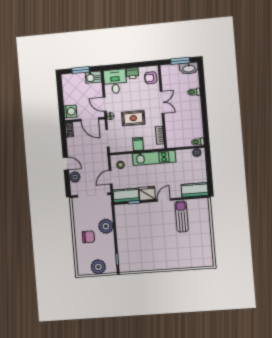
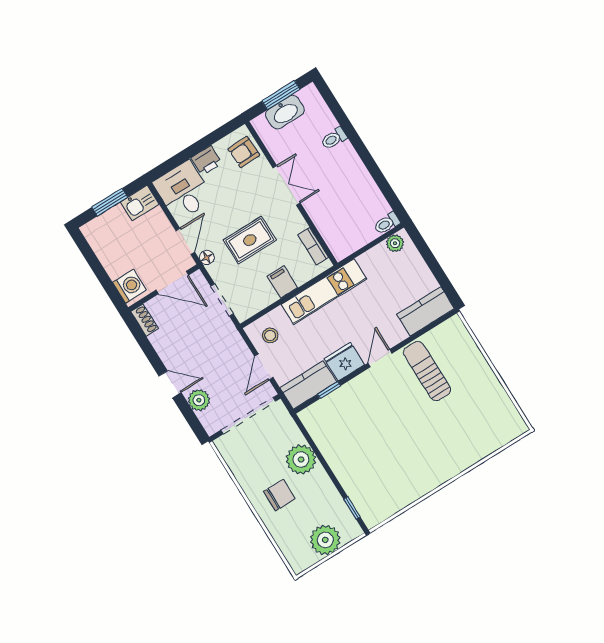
washbasin: (189, 68) -> (285, 112), moved
door: (105, 104) -> (185, 241), swing flipped

